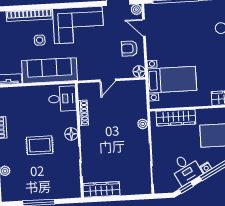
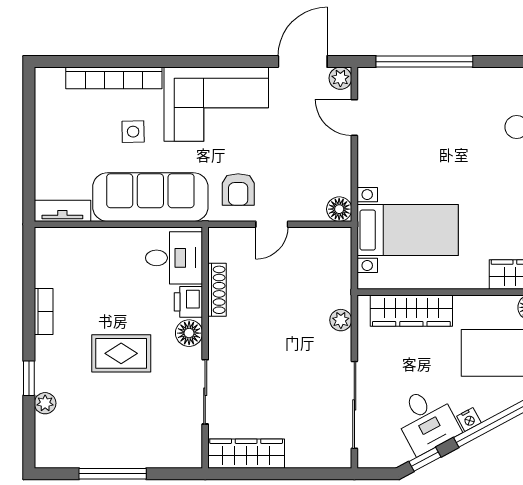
armchair: (129, 48) -> (238, 189), moved, turned -90
printer: (70, 119) -> (188, 302), added

